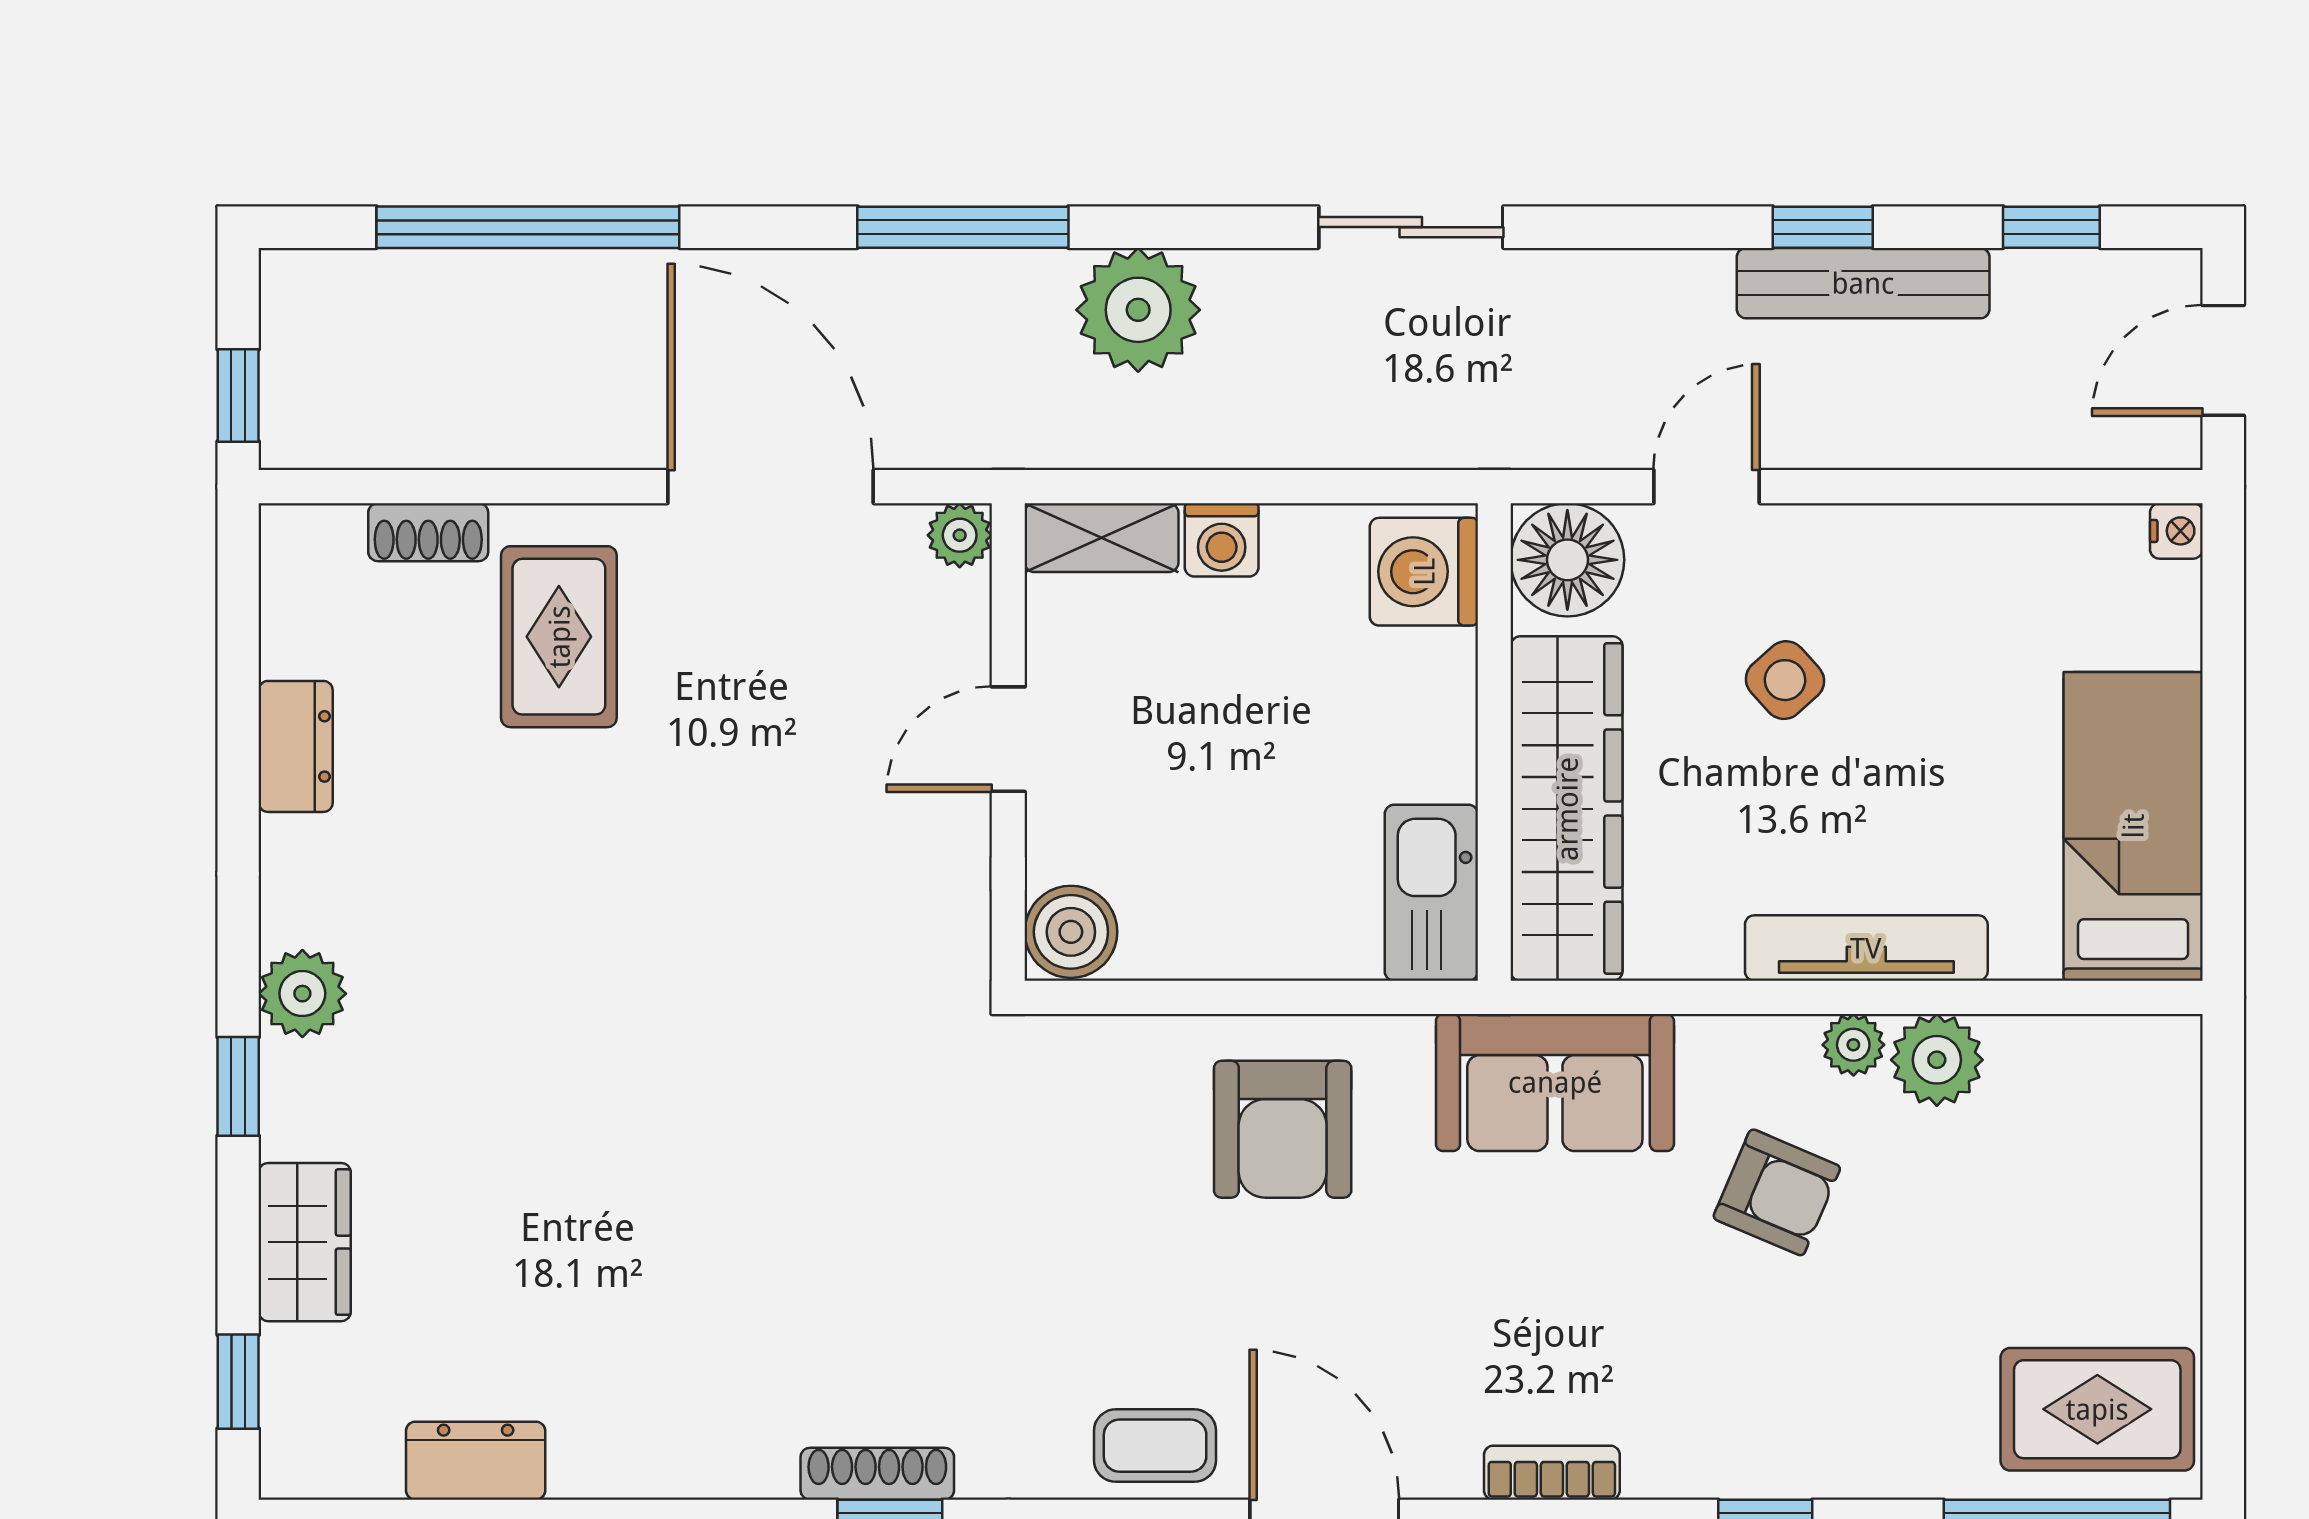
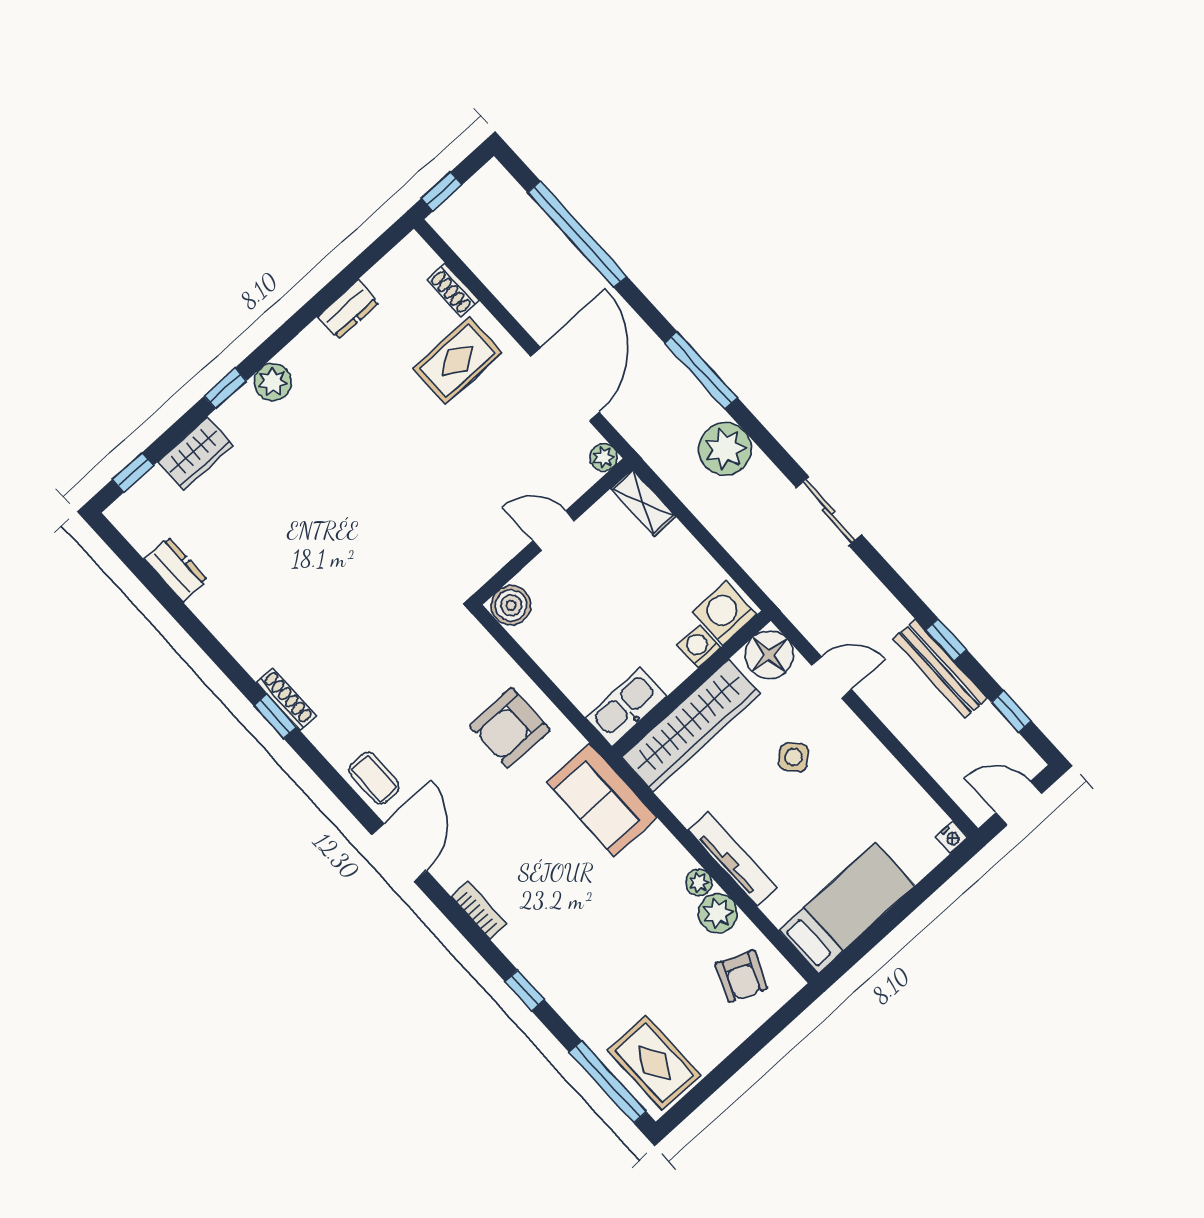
washing machine: (1222, 540) -> (699, 646), moved, turned 90
armchair: (1777, 1192) -> (741, 976), moved

